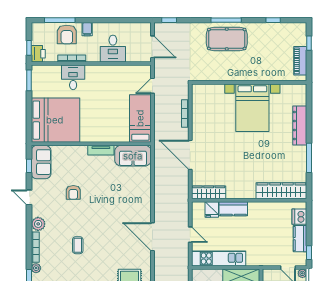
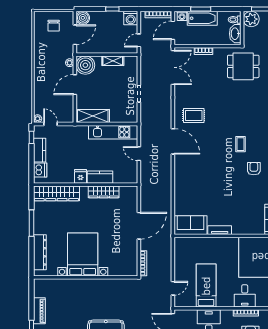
wall: (249, 82) -> (86, 277), moved
bed with nightstands: (252, 108) -> (83, 255), moved
bed: (140, 118) -> (206, 286), moved, turned 180
door: (190, 155) -> (139, 226), hinge flipped
armchair: (73, 192) -> (254, 169), moved
wardrobe: (209, 192) -> (104, 192), moved
fridge: (212, 210) -> (81, 176), moved
door: (152, 237) -> (173, 141), moved

